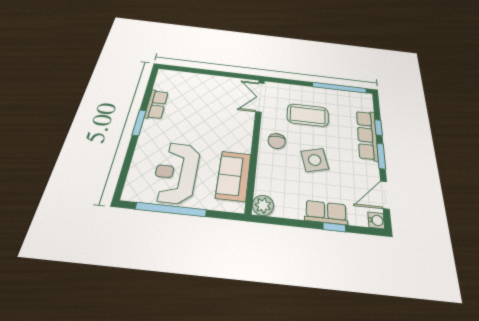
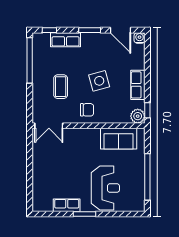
coffee table: (308, 115) -> (61, 87), width x0.73, depth x0.76
window: (378, 127) -> (49, 30), moved
row of seats: (367, 135) -> (66, 40), width x0.68
reception desk: (176, 172) -> (105, 188), moved, turned -90
row of seats: (326, 212) -> (138, 85), moved
window: (334, 227) -> (147, 110), moved

